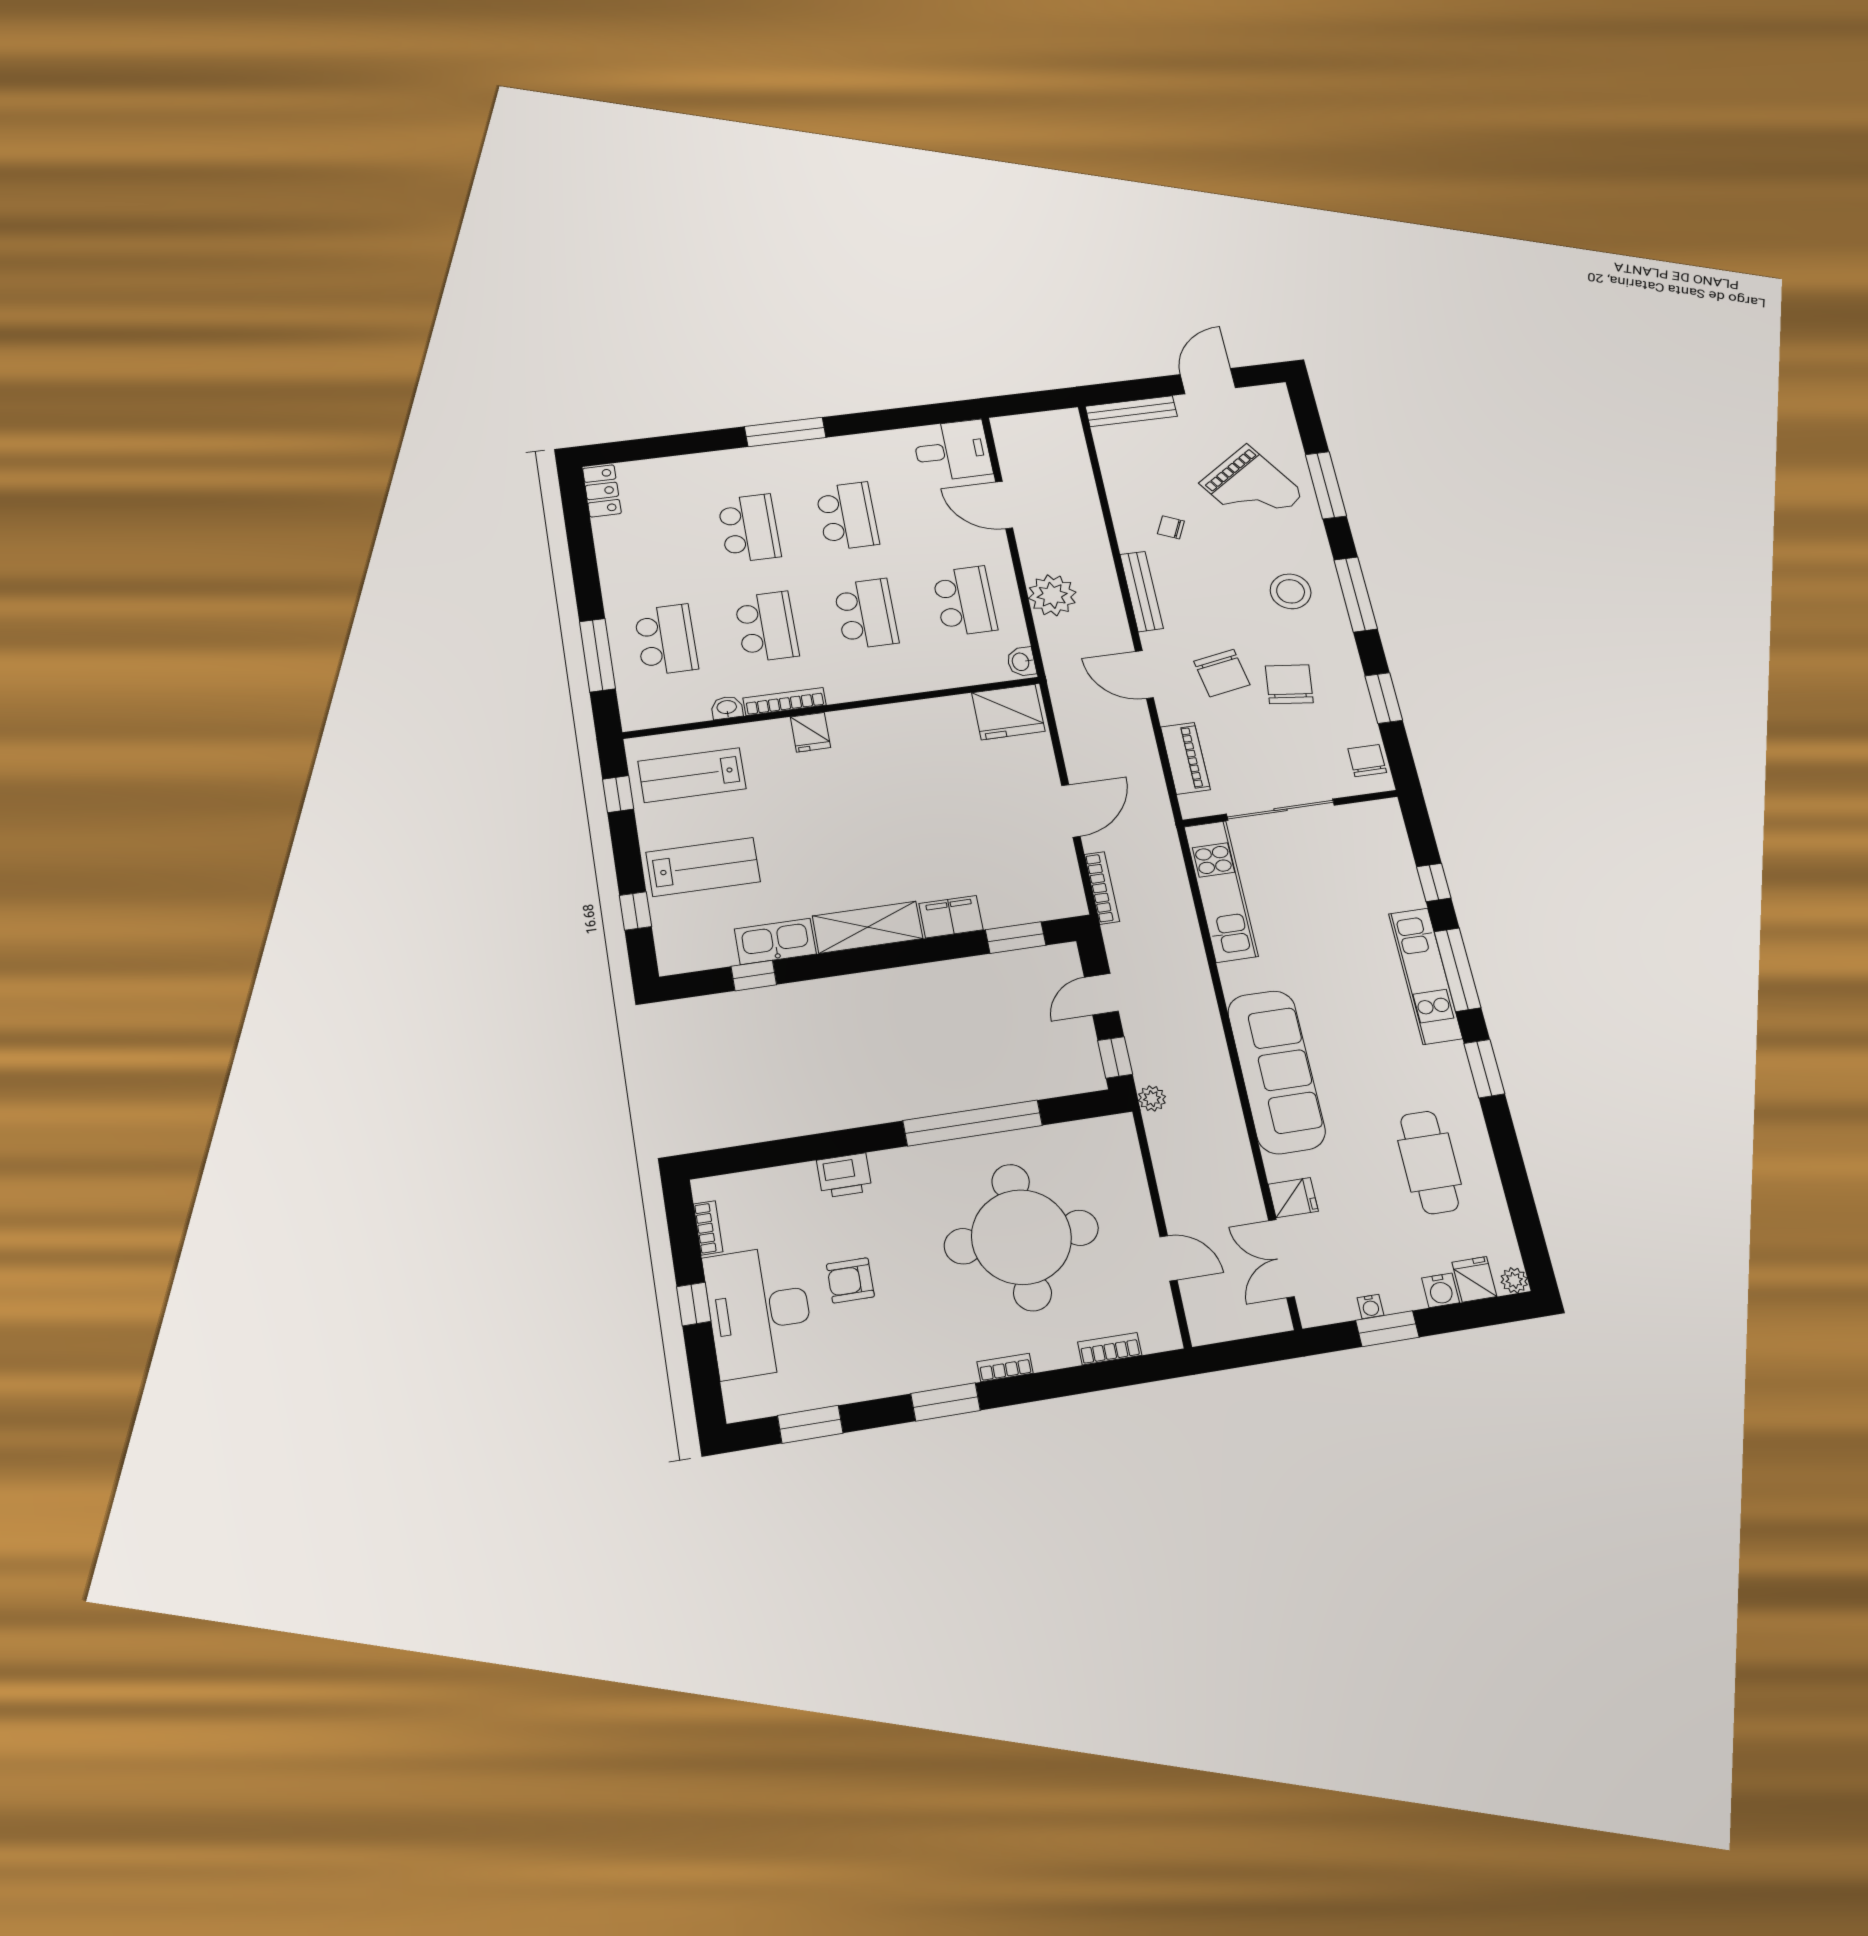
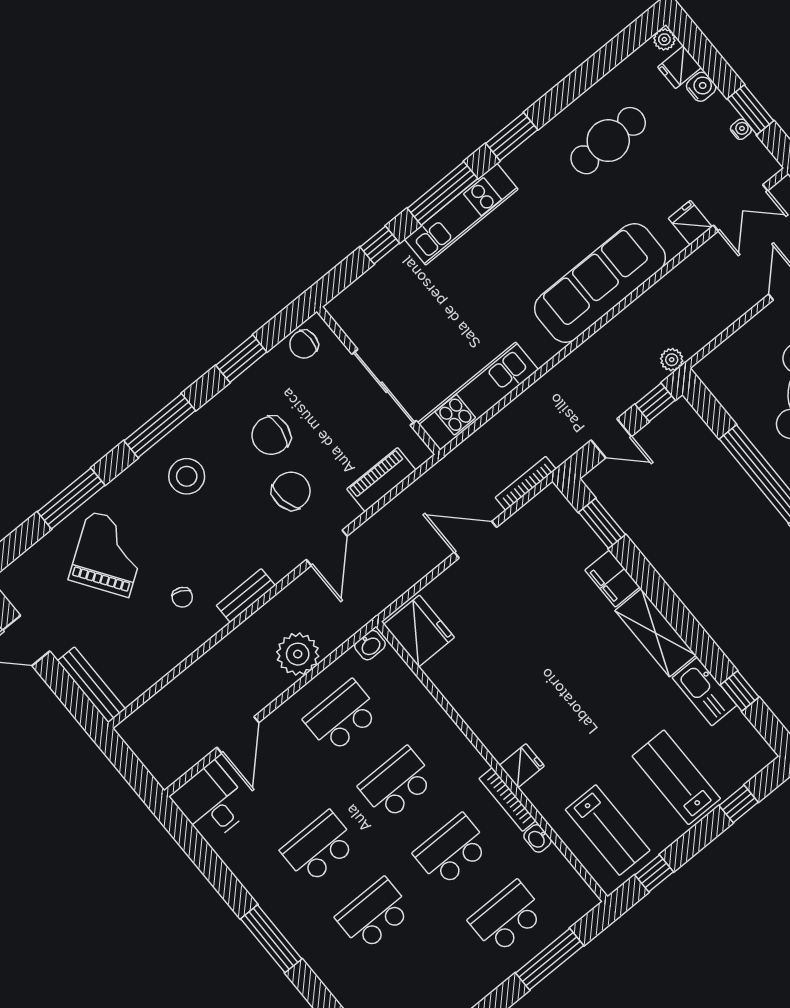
bench: (1142, 591) -> (246, 596), width x0.73

